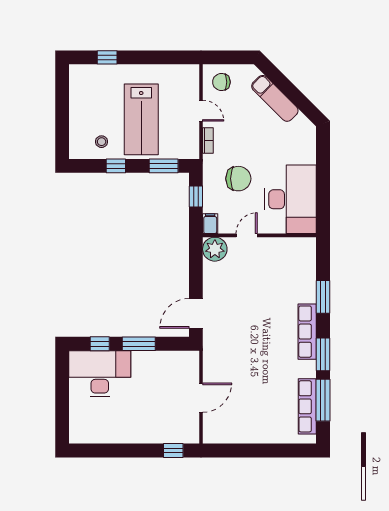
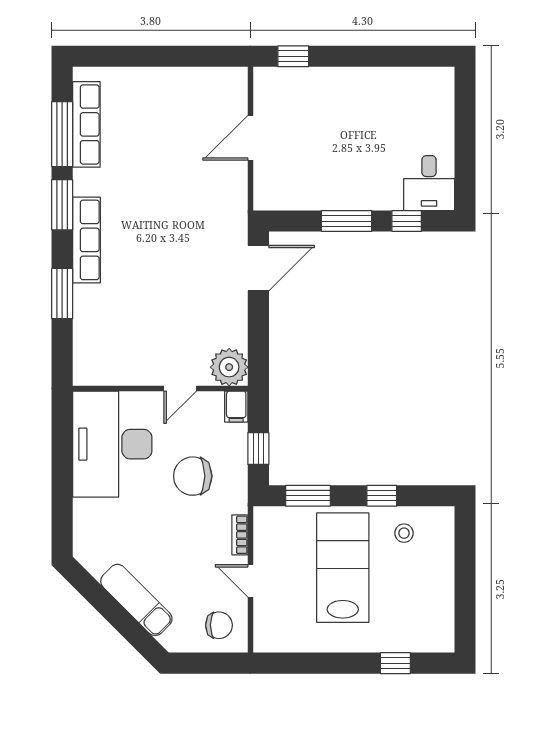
desk: (100, 374) -> (429, 183), width x0.53, depth x0.77

